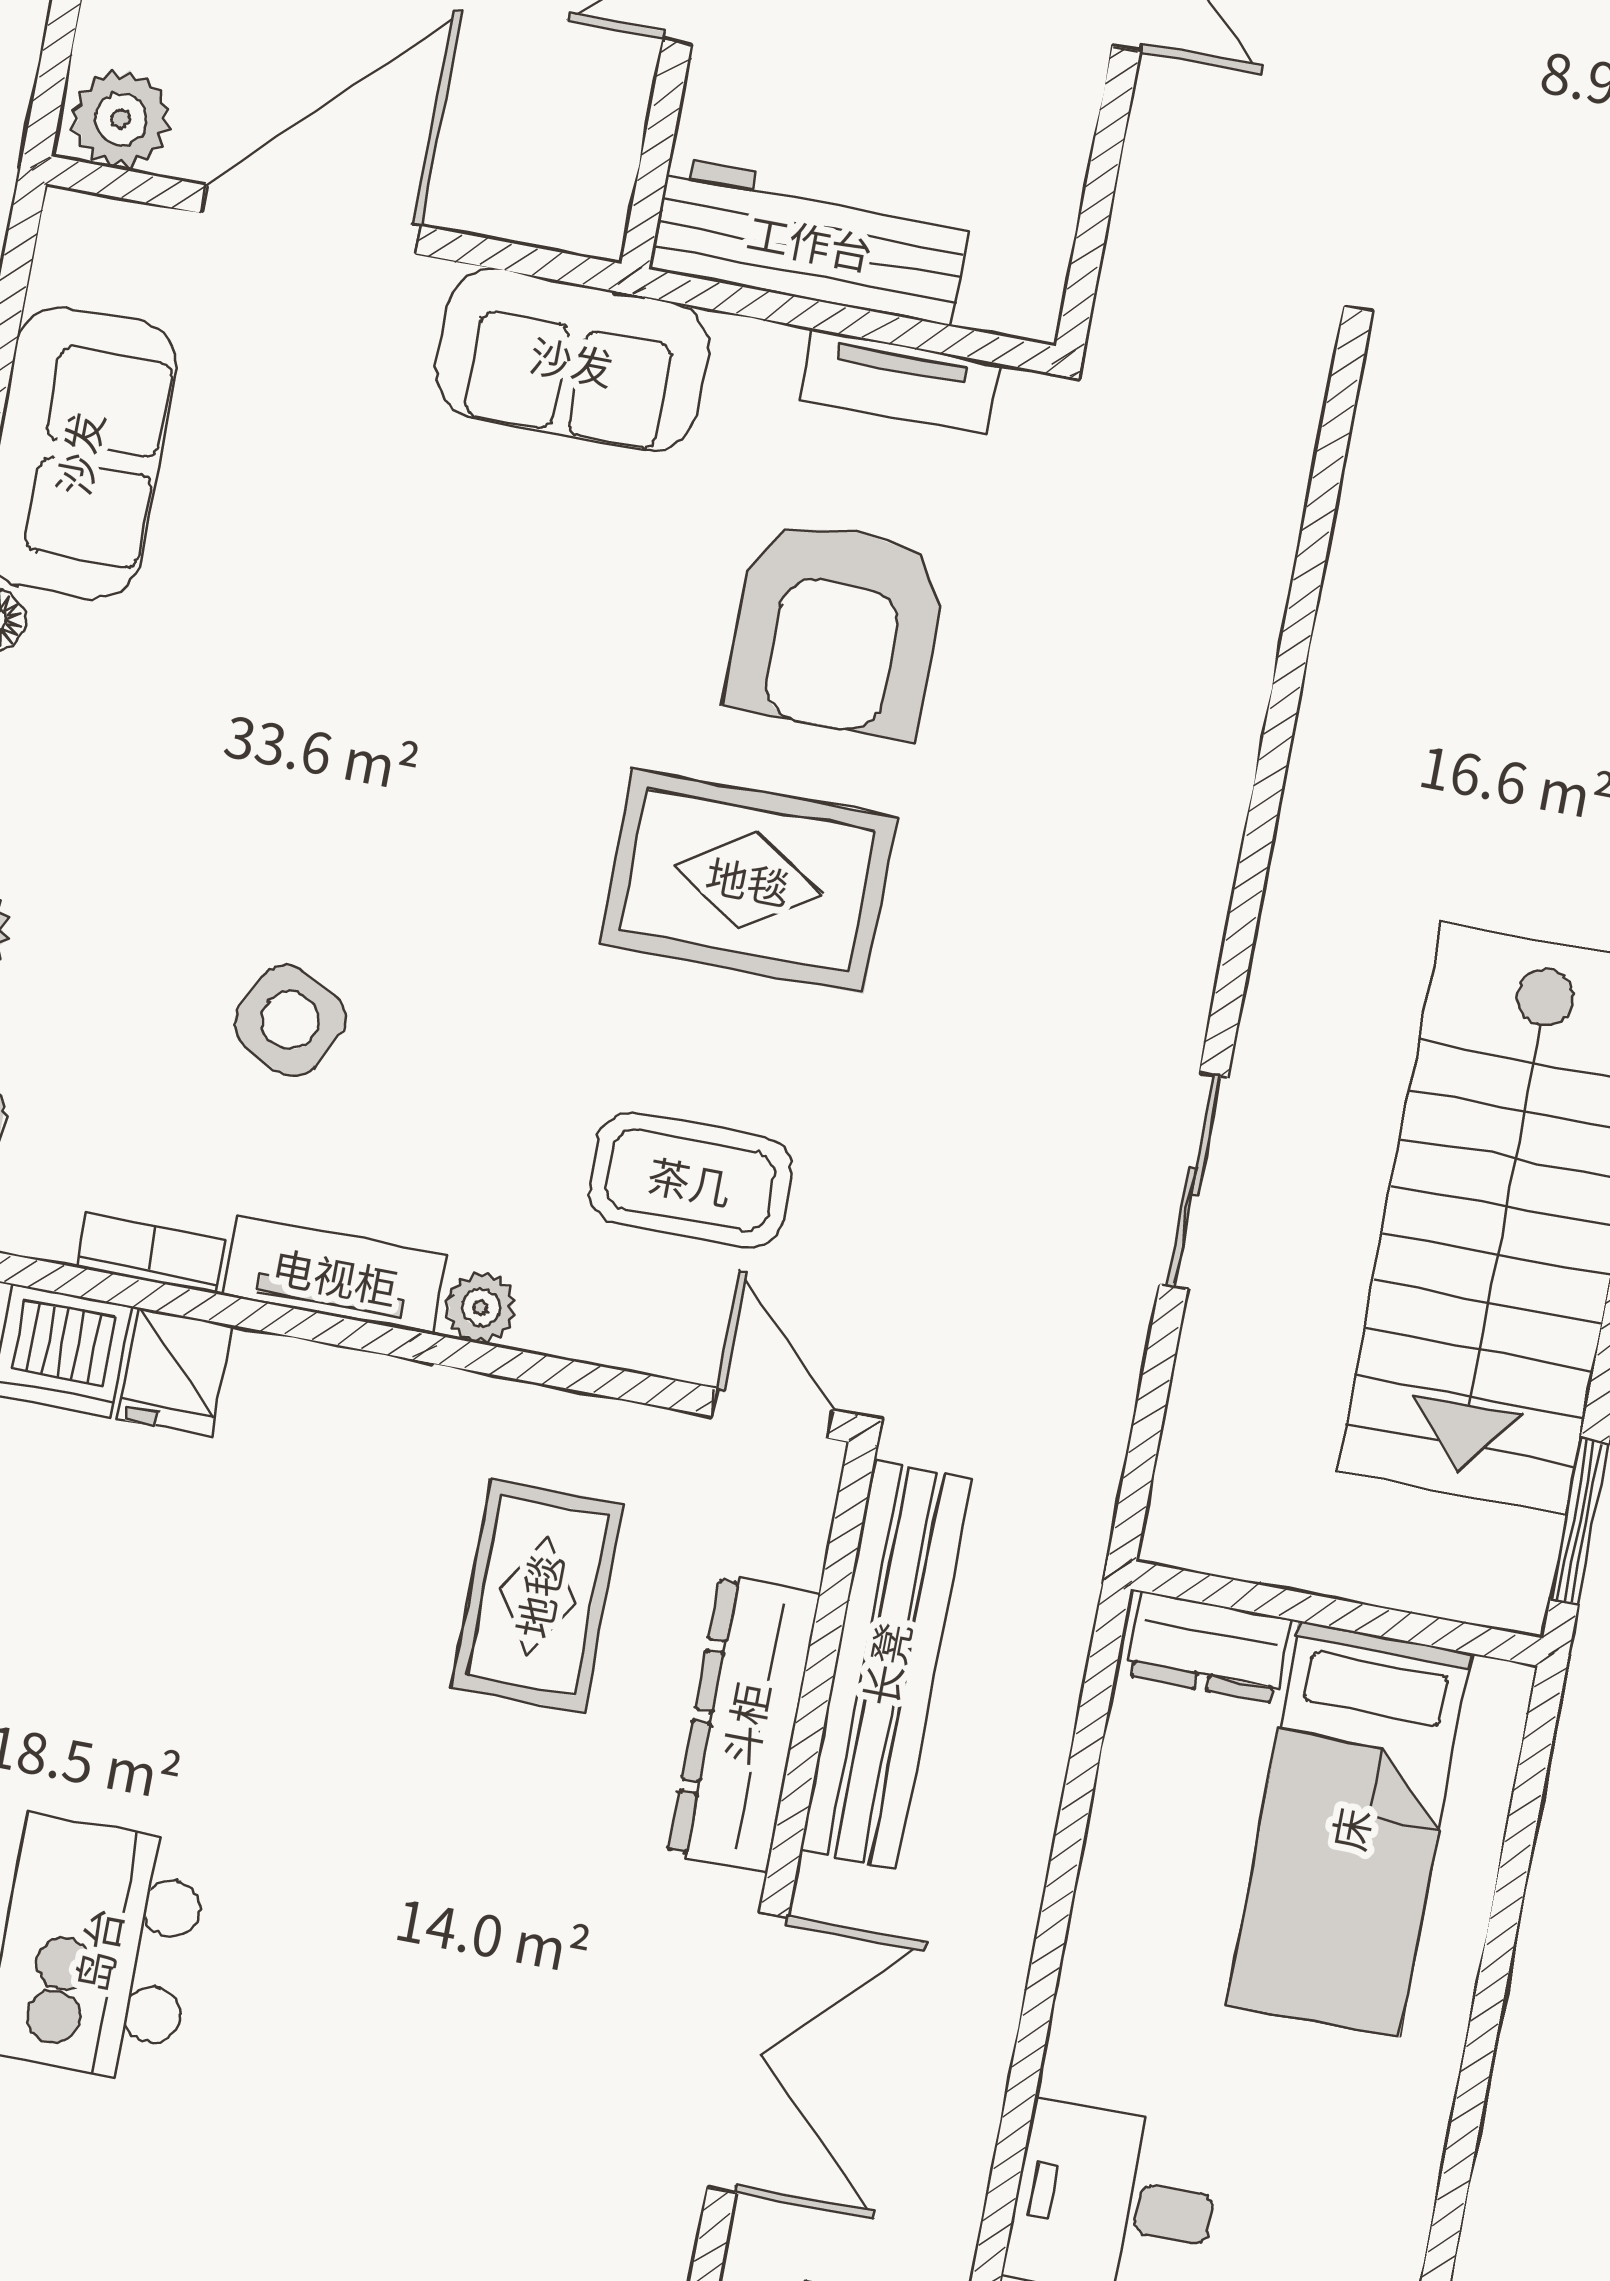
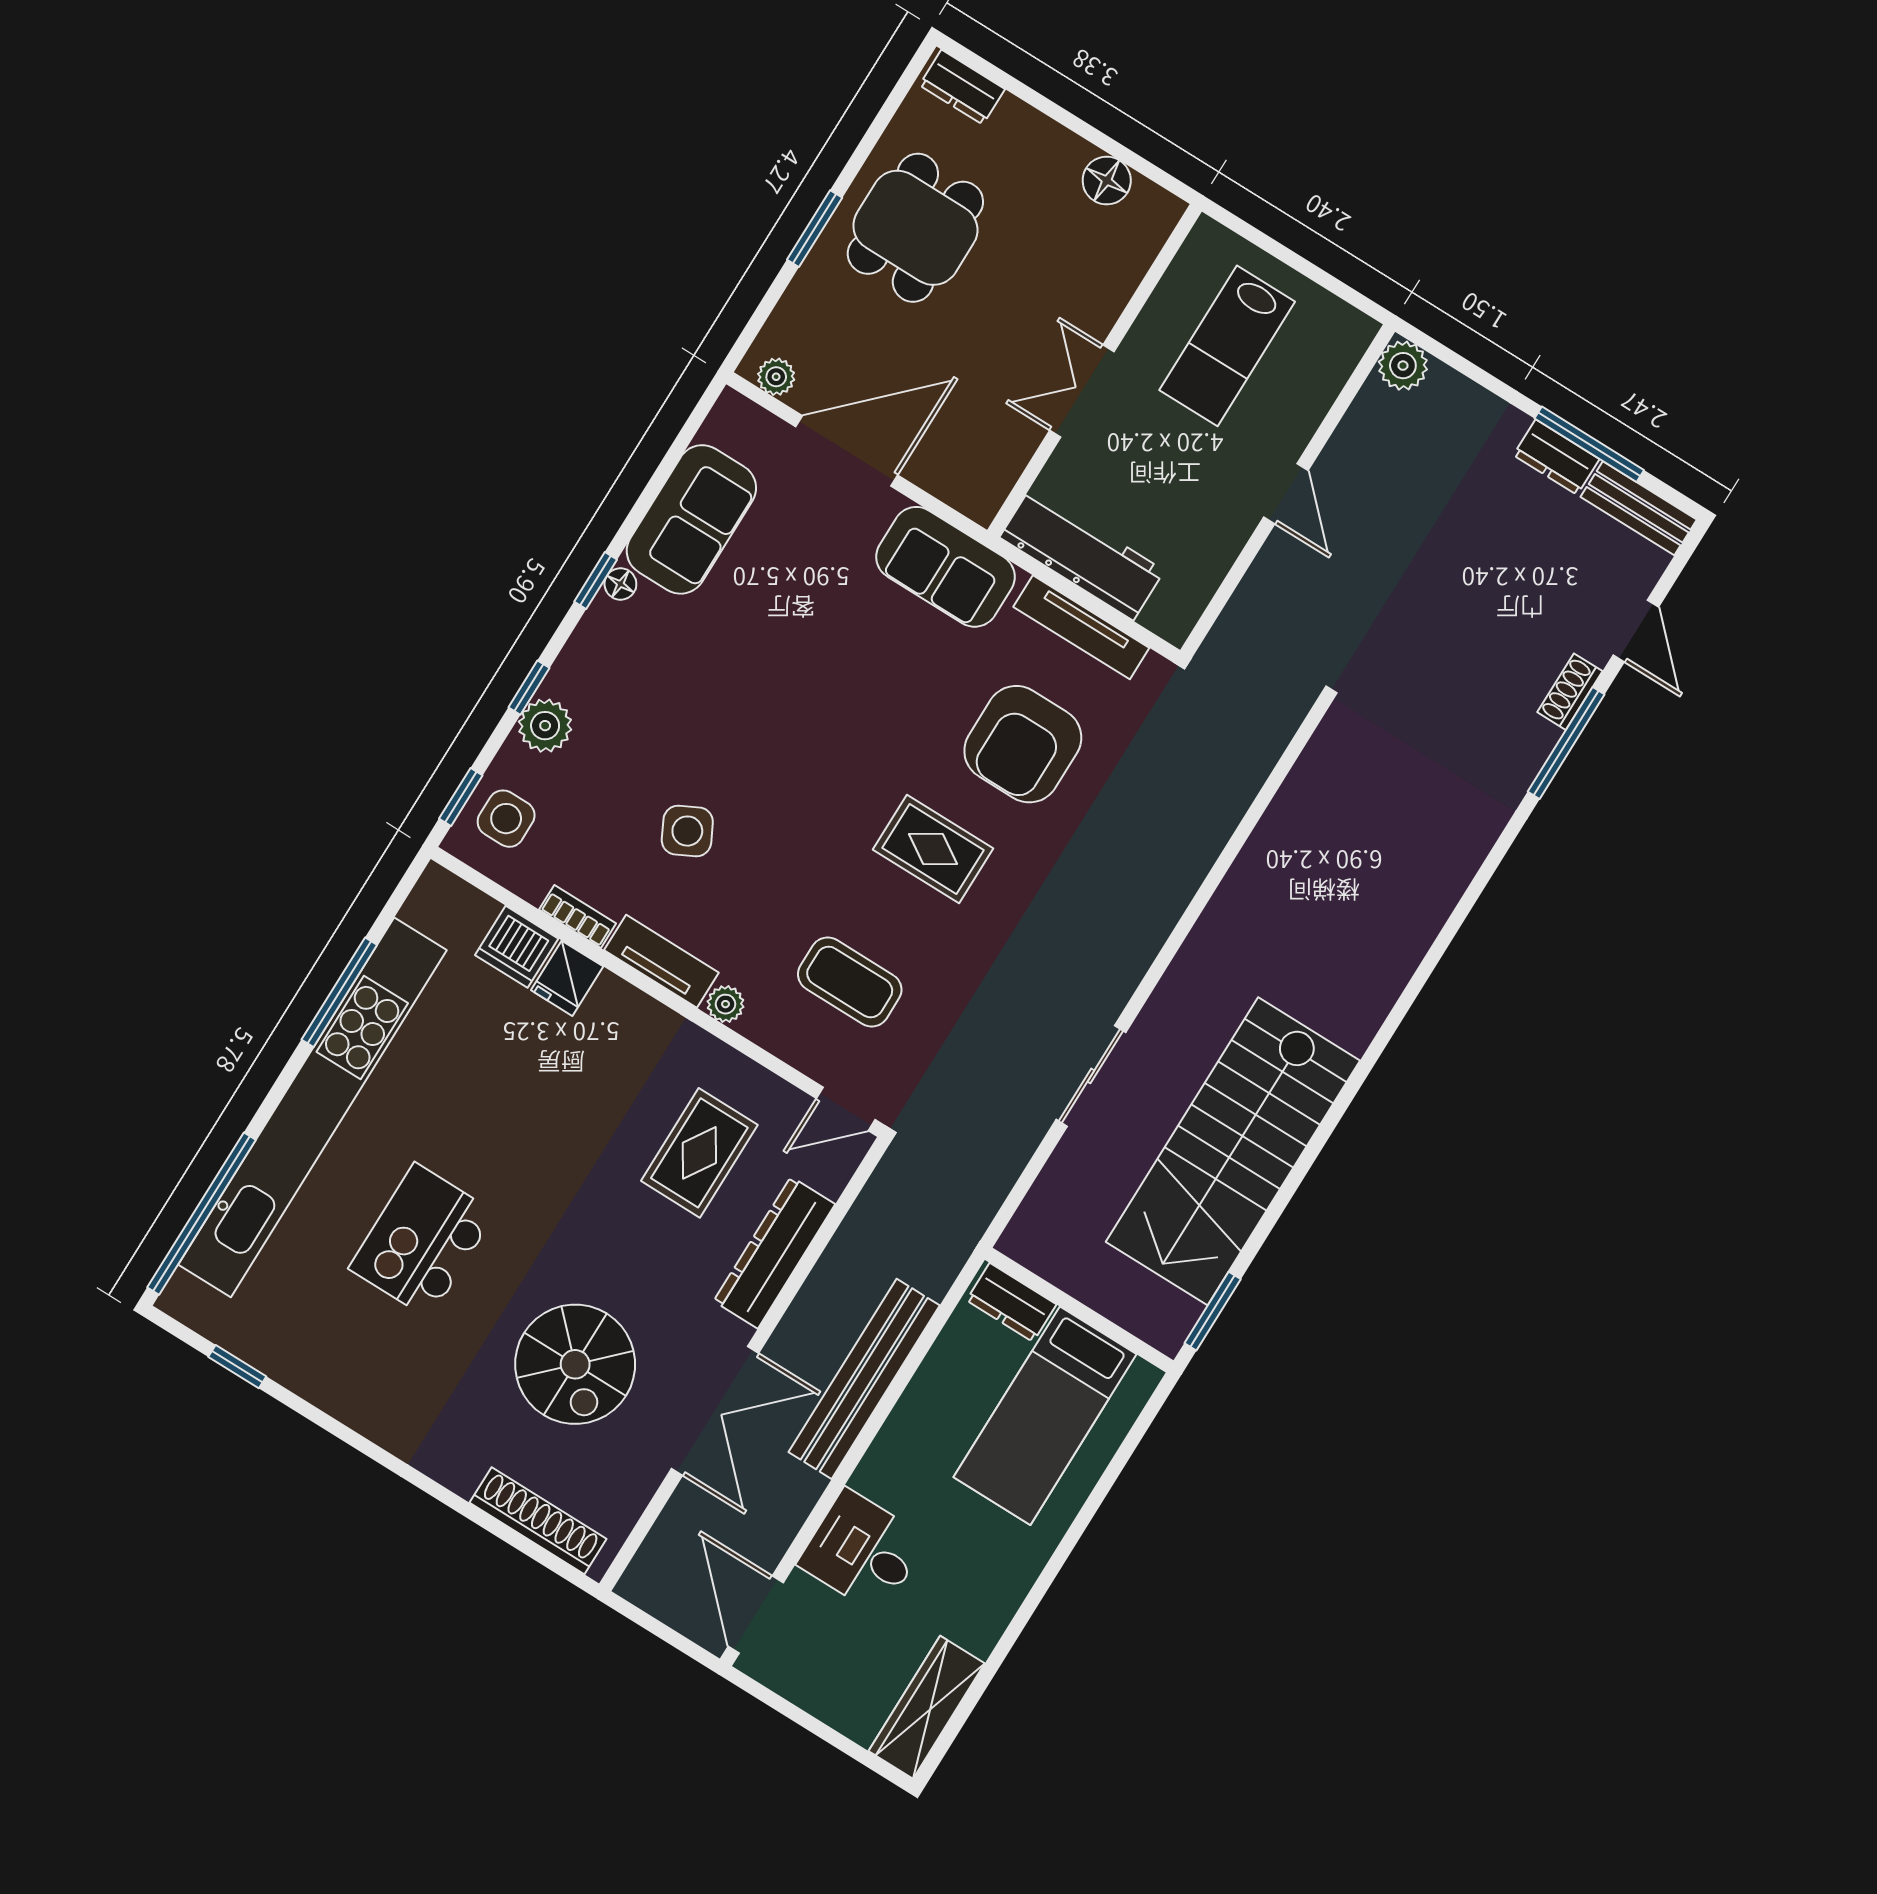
plant: (121, 119) -> (776, 377), width x0.73, depth x0.73
tv unit: (899, 381) -> (1081, 627), width x1.41
rug: (748, 880) -> (933, 849), width x0.73, depth x0.70
side table: (290, 1021) -> (687, 831), turned 36
door: (772, 1413) -> (846, 1109), swing flipped
bench: (885, 1664) -> (864, 1379), moved
spiral stairs: (461, 2066) -> (575, 1364), added

